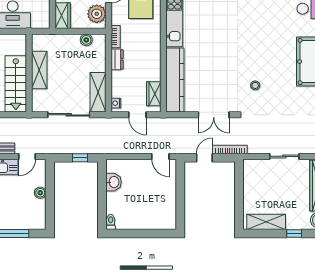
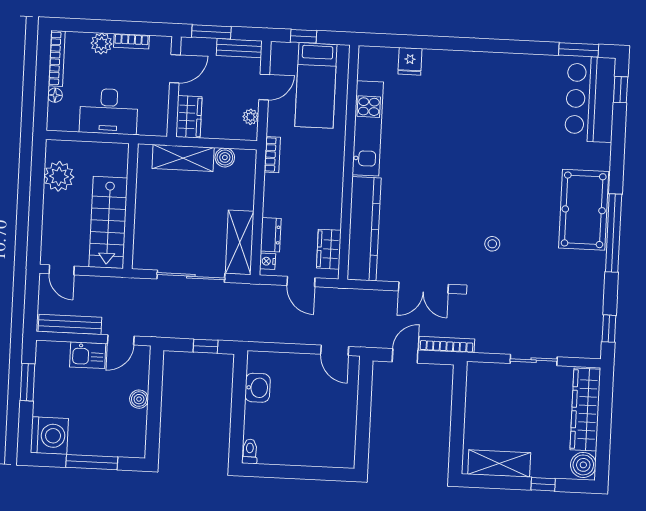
plant: (97, 14) -> (251, 117), width x0.53, depth x0.53
dresser: (117, 59) -> (271, 235), moved
shelving: (39, 70) -> (183, 158), moved, turned 90

